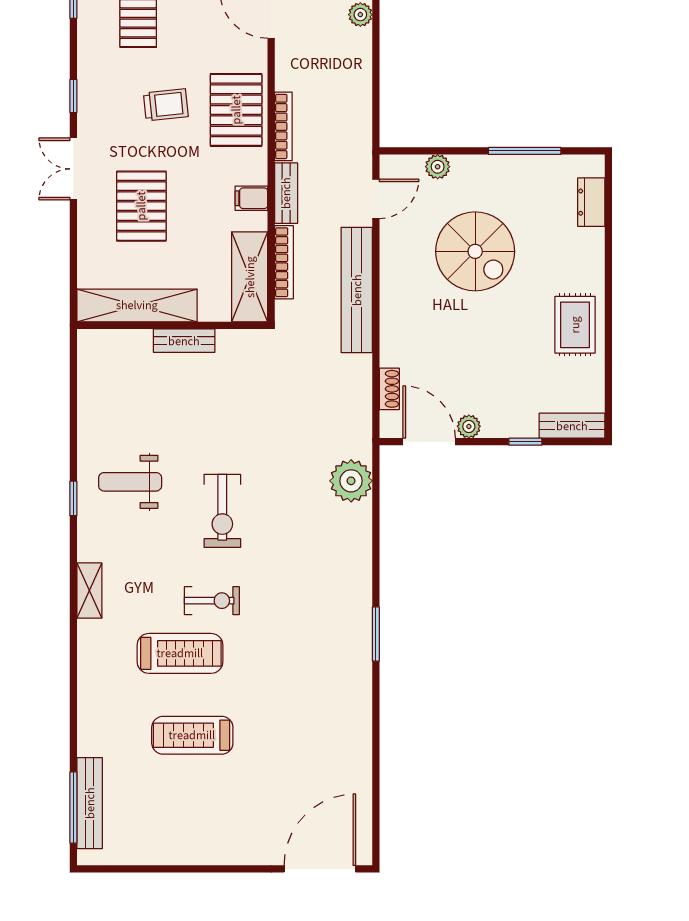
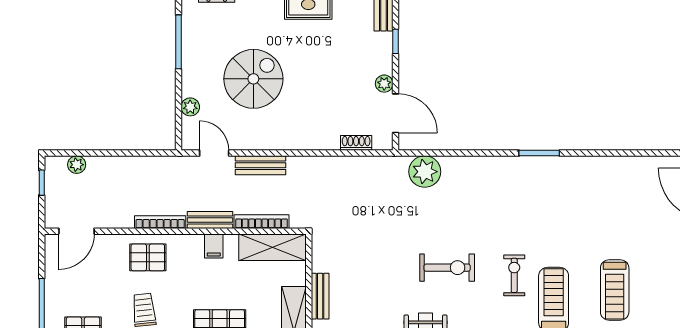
pallet: (236, 110) -> (148, 257), width x0.67, depth x0.71
bench: (357, 290) -> (261, 165), width x0.54, depth x0.82
door: (429, 442) -> (395, 113), swing flipped

